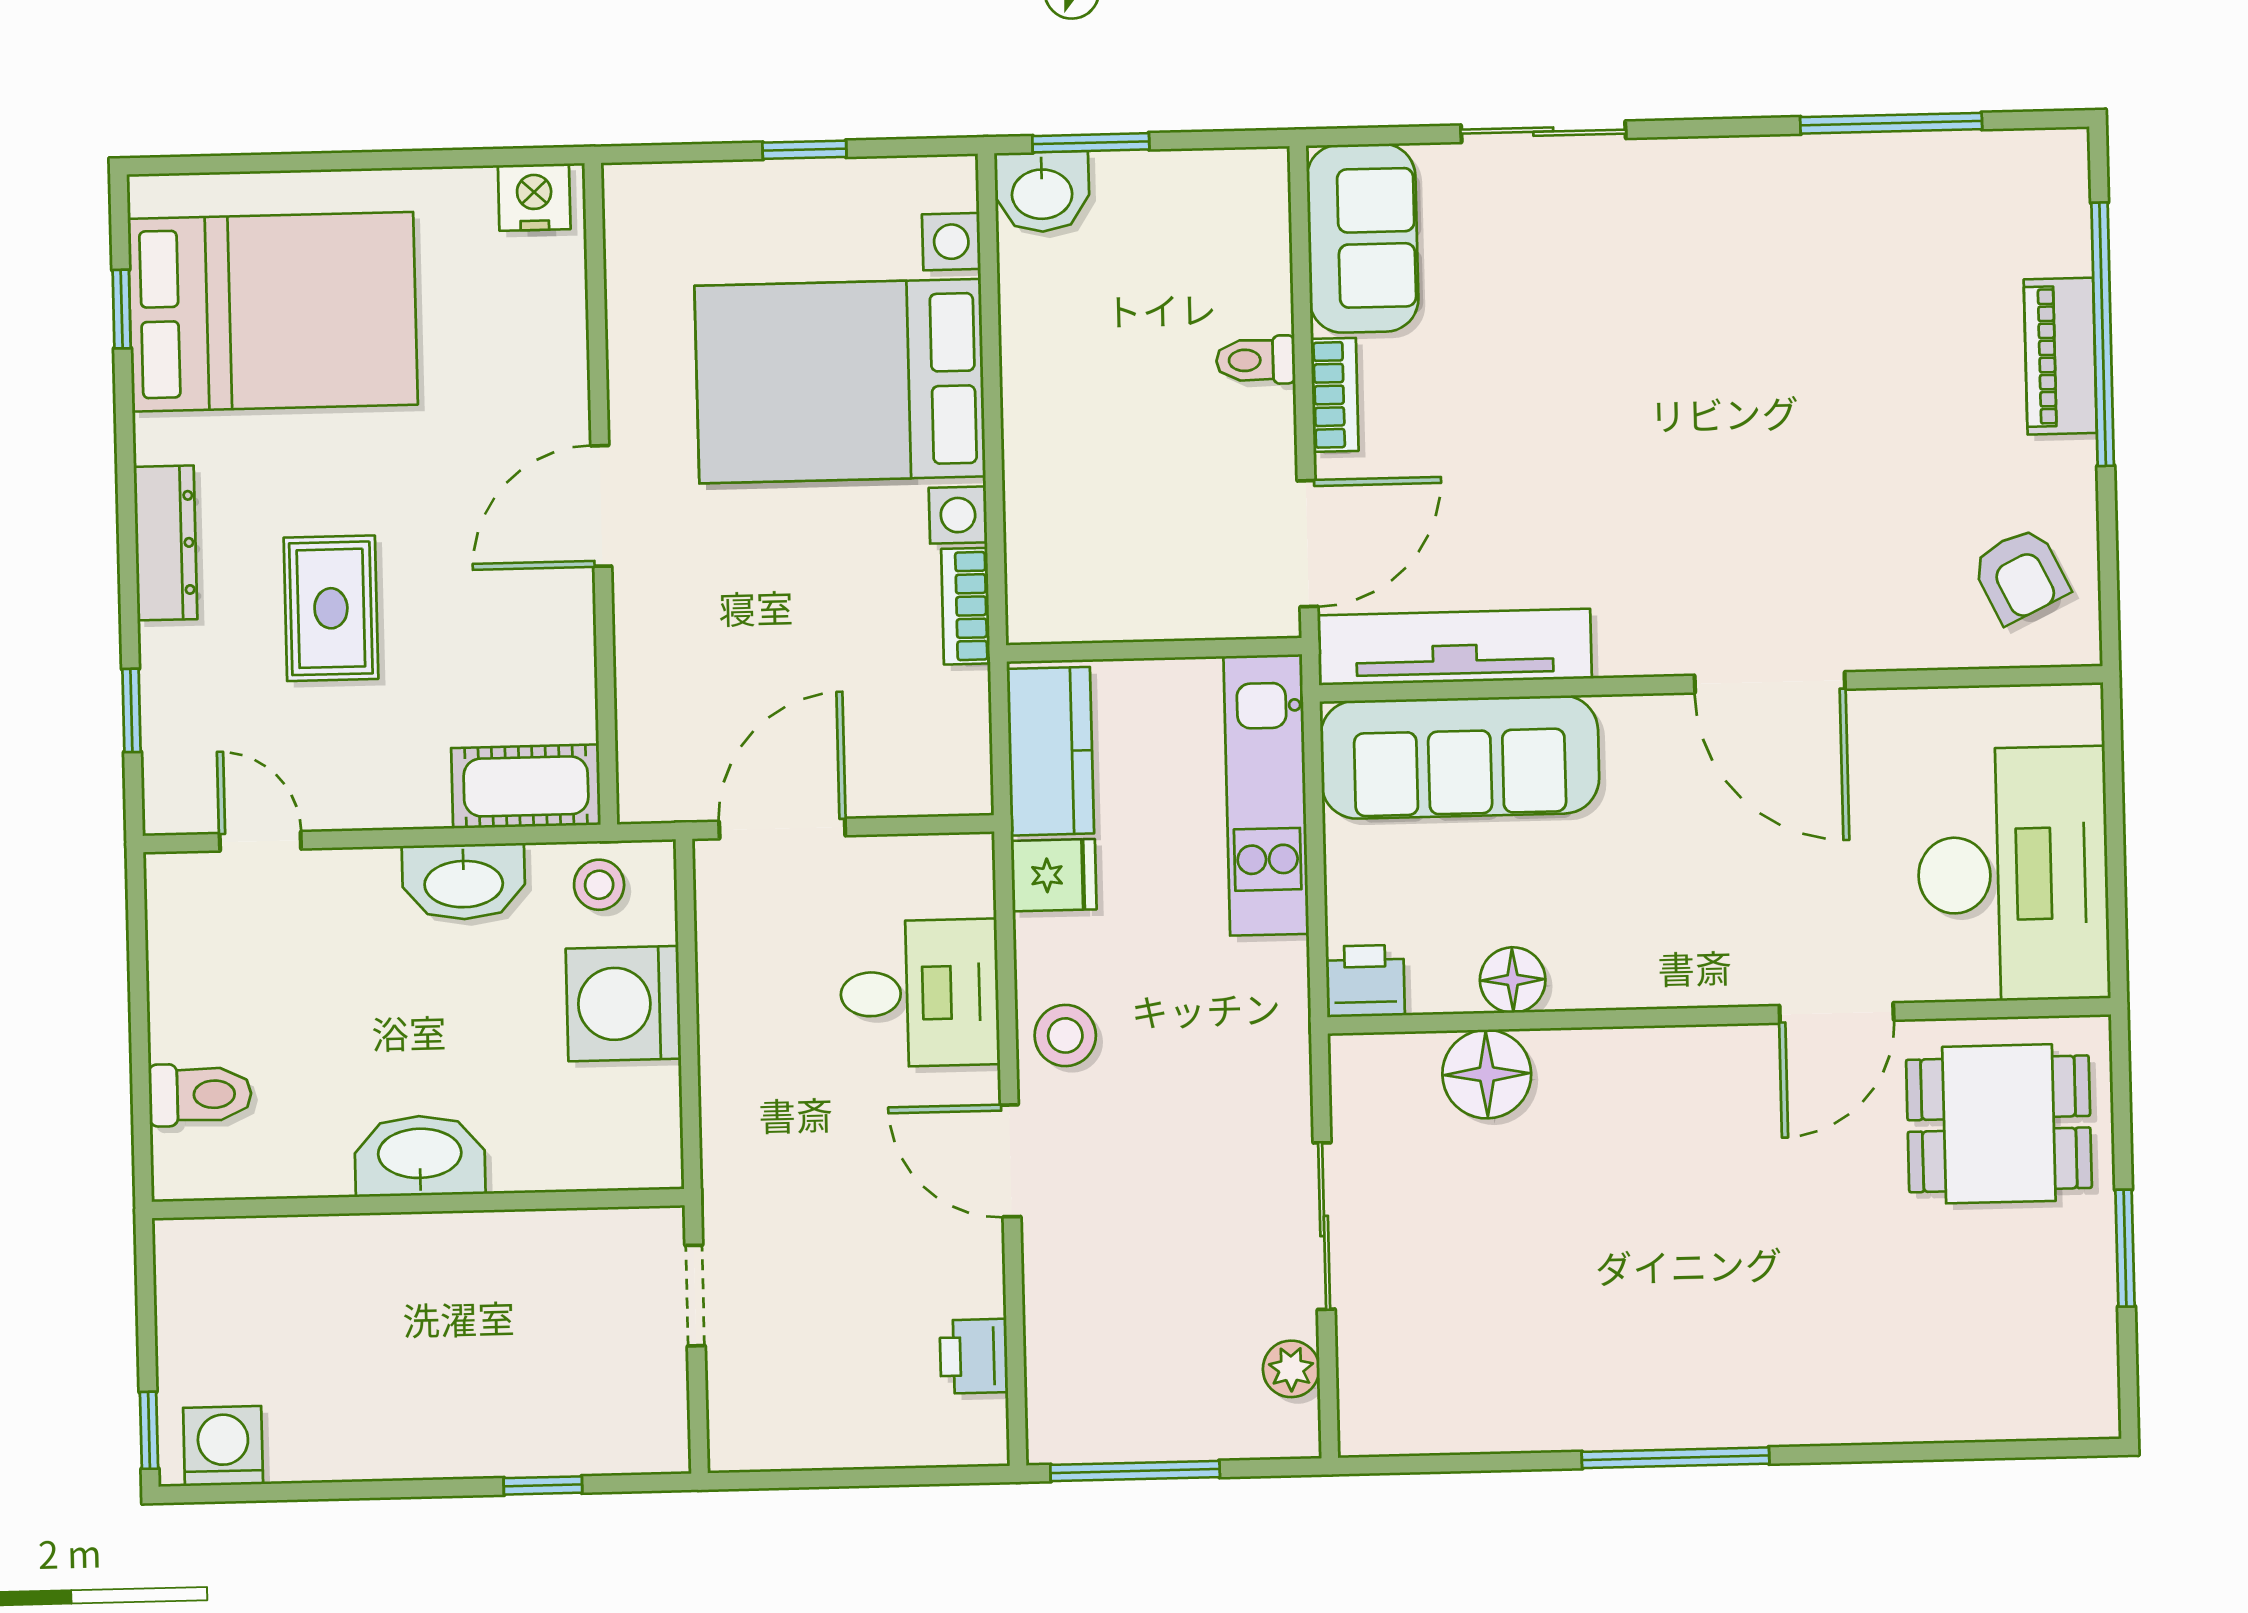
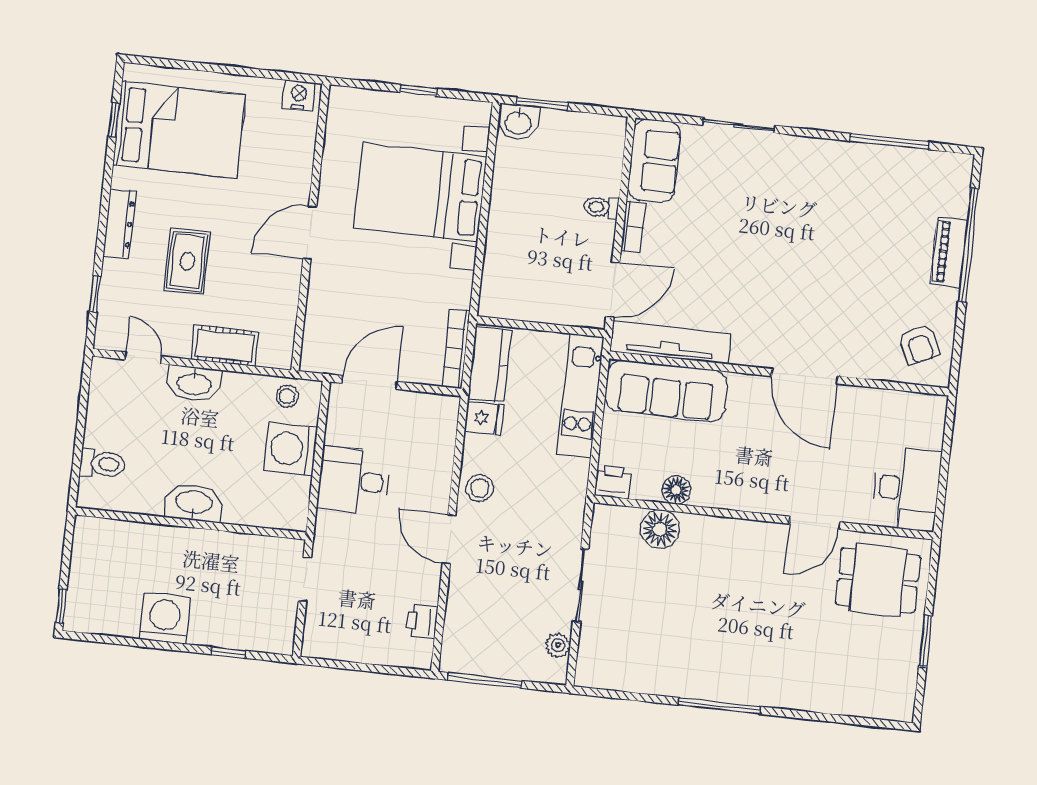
bookcase: (966, 606) -> (456, 349), moved, width x1.56
cot: (526, 786) -> (225, 346), moved
desk: (2013, 874) -> (907, 489), width x0.73, depth x0.77
washbasin: (464, 882) -> (194, 383), moved
desk: (920, 993) -> (354, 481), moved, turned 180
washing machine: (223, 1446) -> (165, 619), moved, width x1.37, depth x1.37

